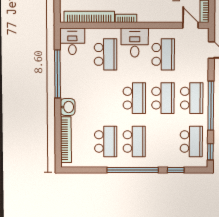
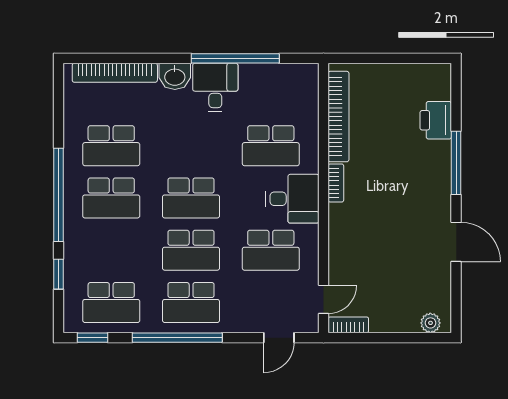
desk: (72, 41) -> (215, 87), moved, turned -90

